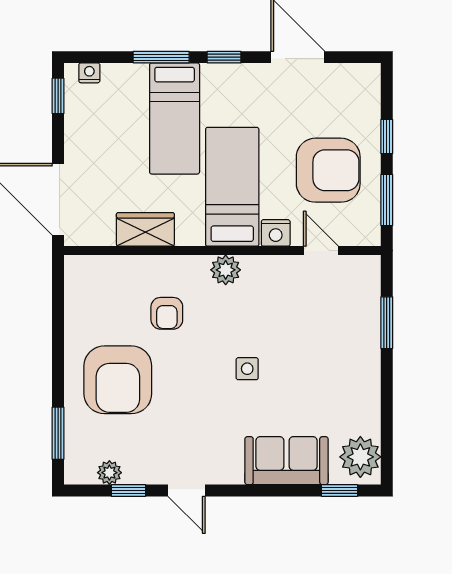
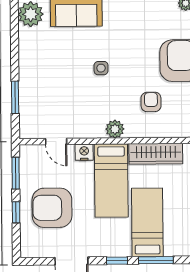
armchair: (328, 170) -> (52, 208), moved
wardrobe: (145, 229) -> (156, 154), width x1.50

